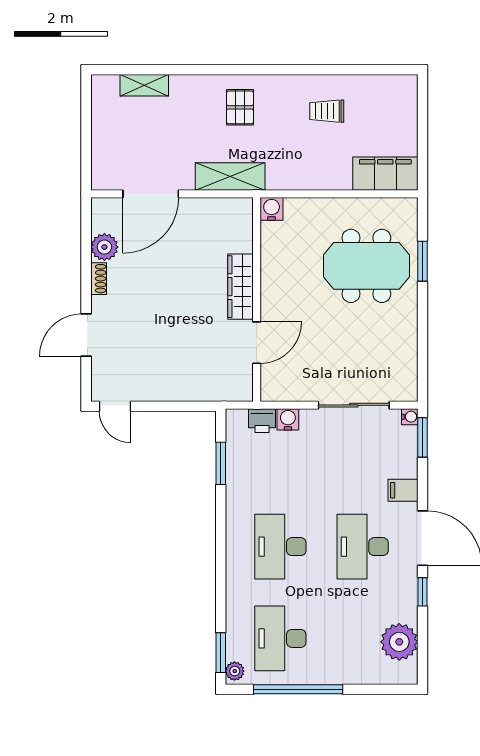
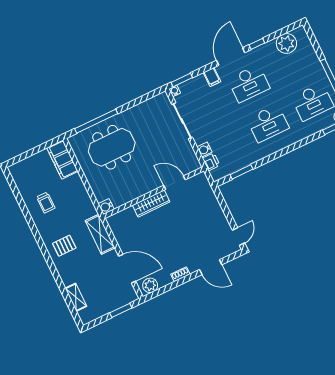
window: (86, 150) -> (121, 310), added
plant: (104, 247) -> (150, 285), moved
window: (422, 261) -> (96, 121), width x2.11
meeting table: (366, 266) -> (112, 147), turned 90

